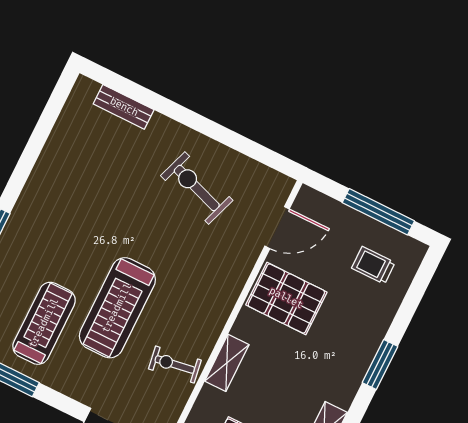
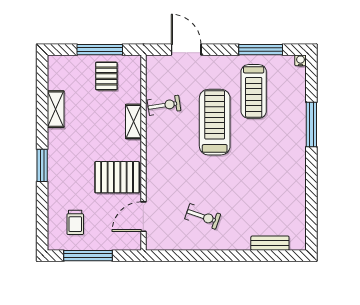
exercise bike: (197, 188) -> (203, 216), width x0.73, depth x0.72
trolley: (373, 265) -> (75, 222), turned 90

